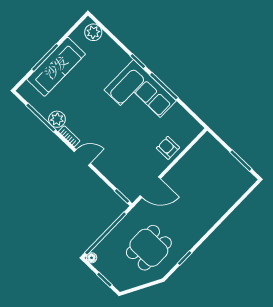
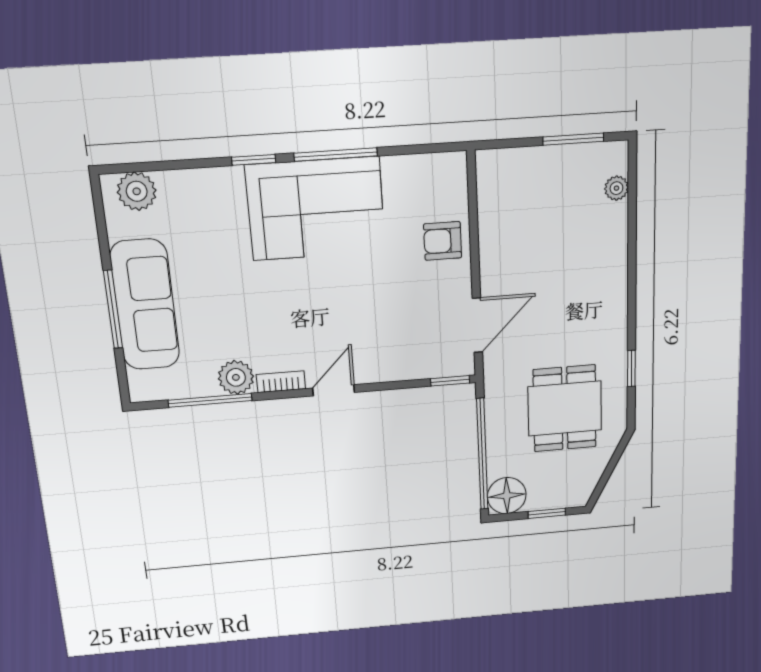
plant: (239, 191) -> (616, 188), added
floor lamp: (92, 258) -> (507, 496), width x1.89, depth x1.89

